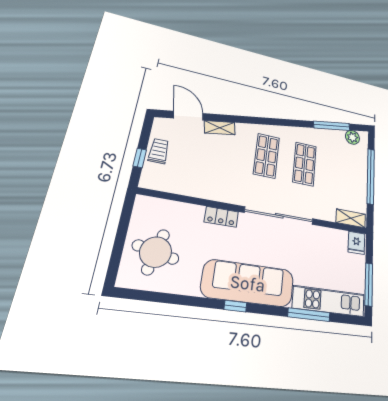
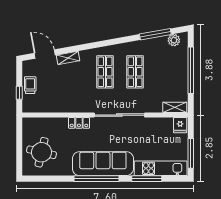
window: (235, 306) -> (96, 179), width x3.17

